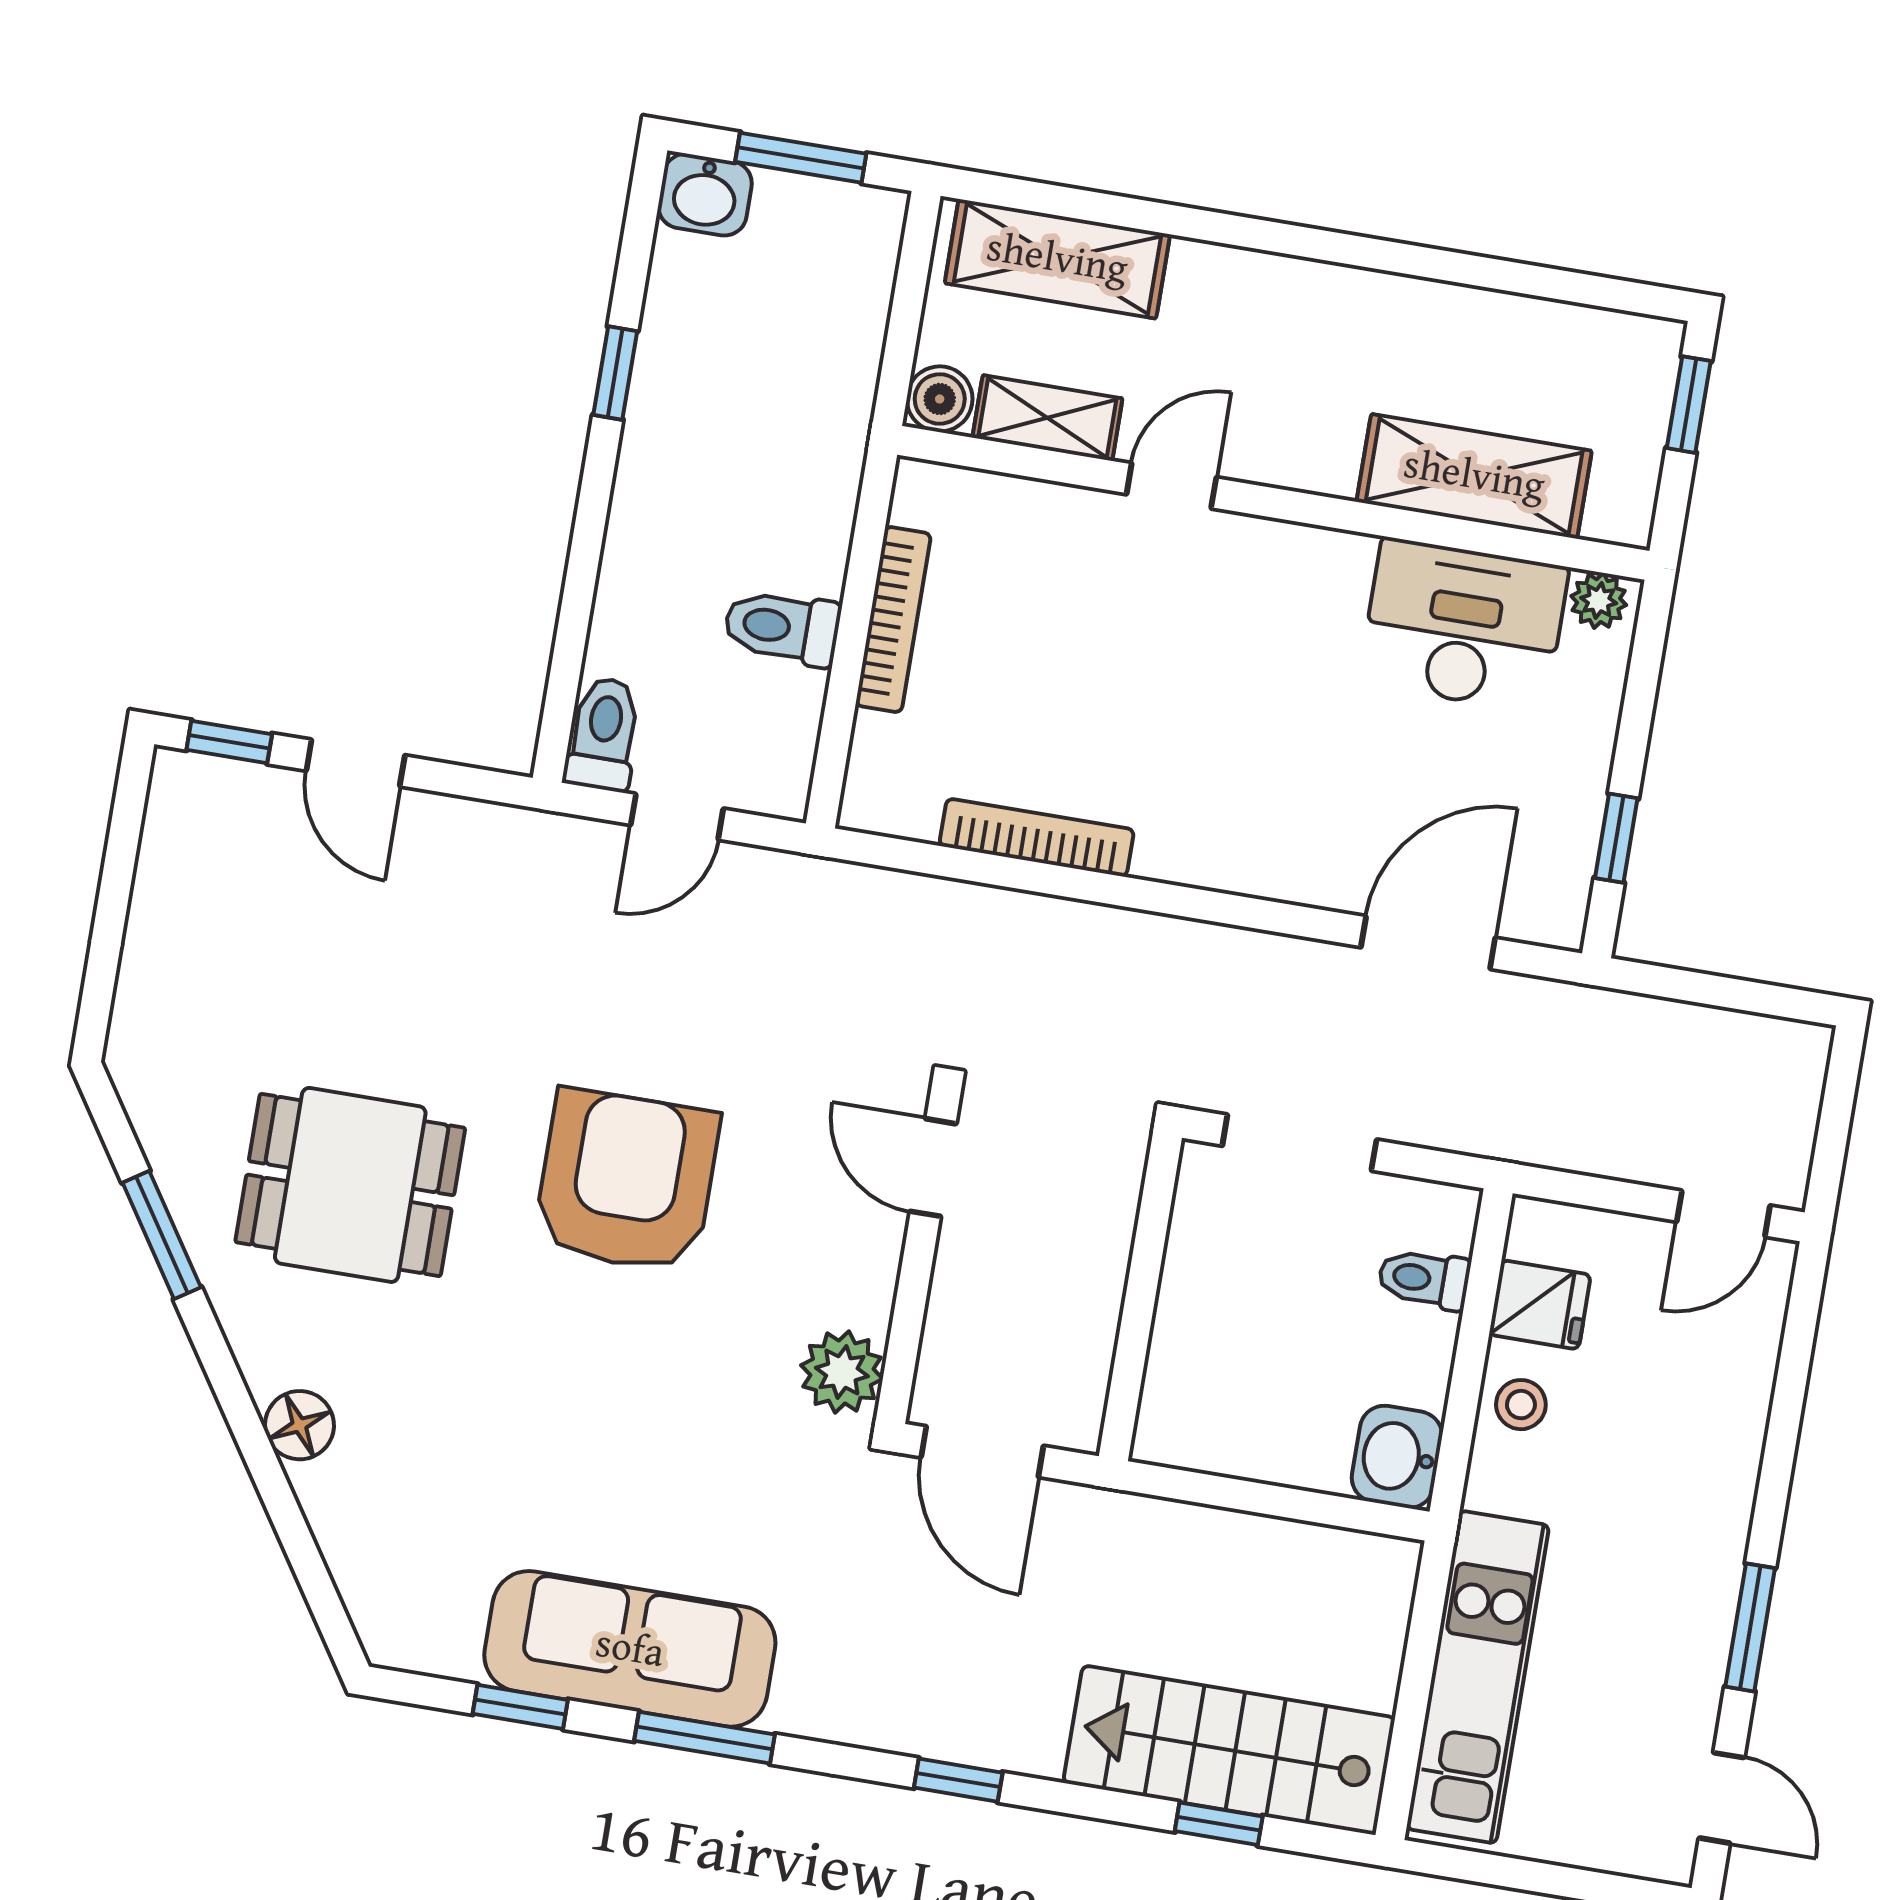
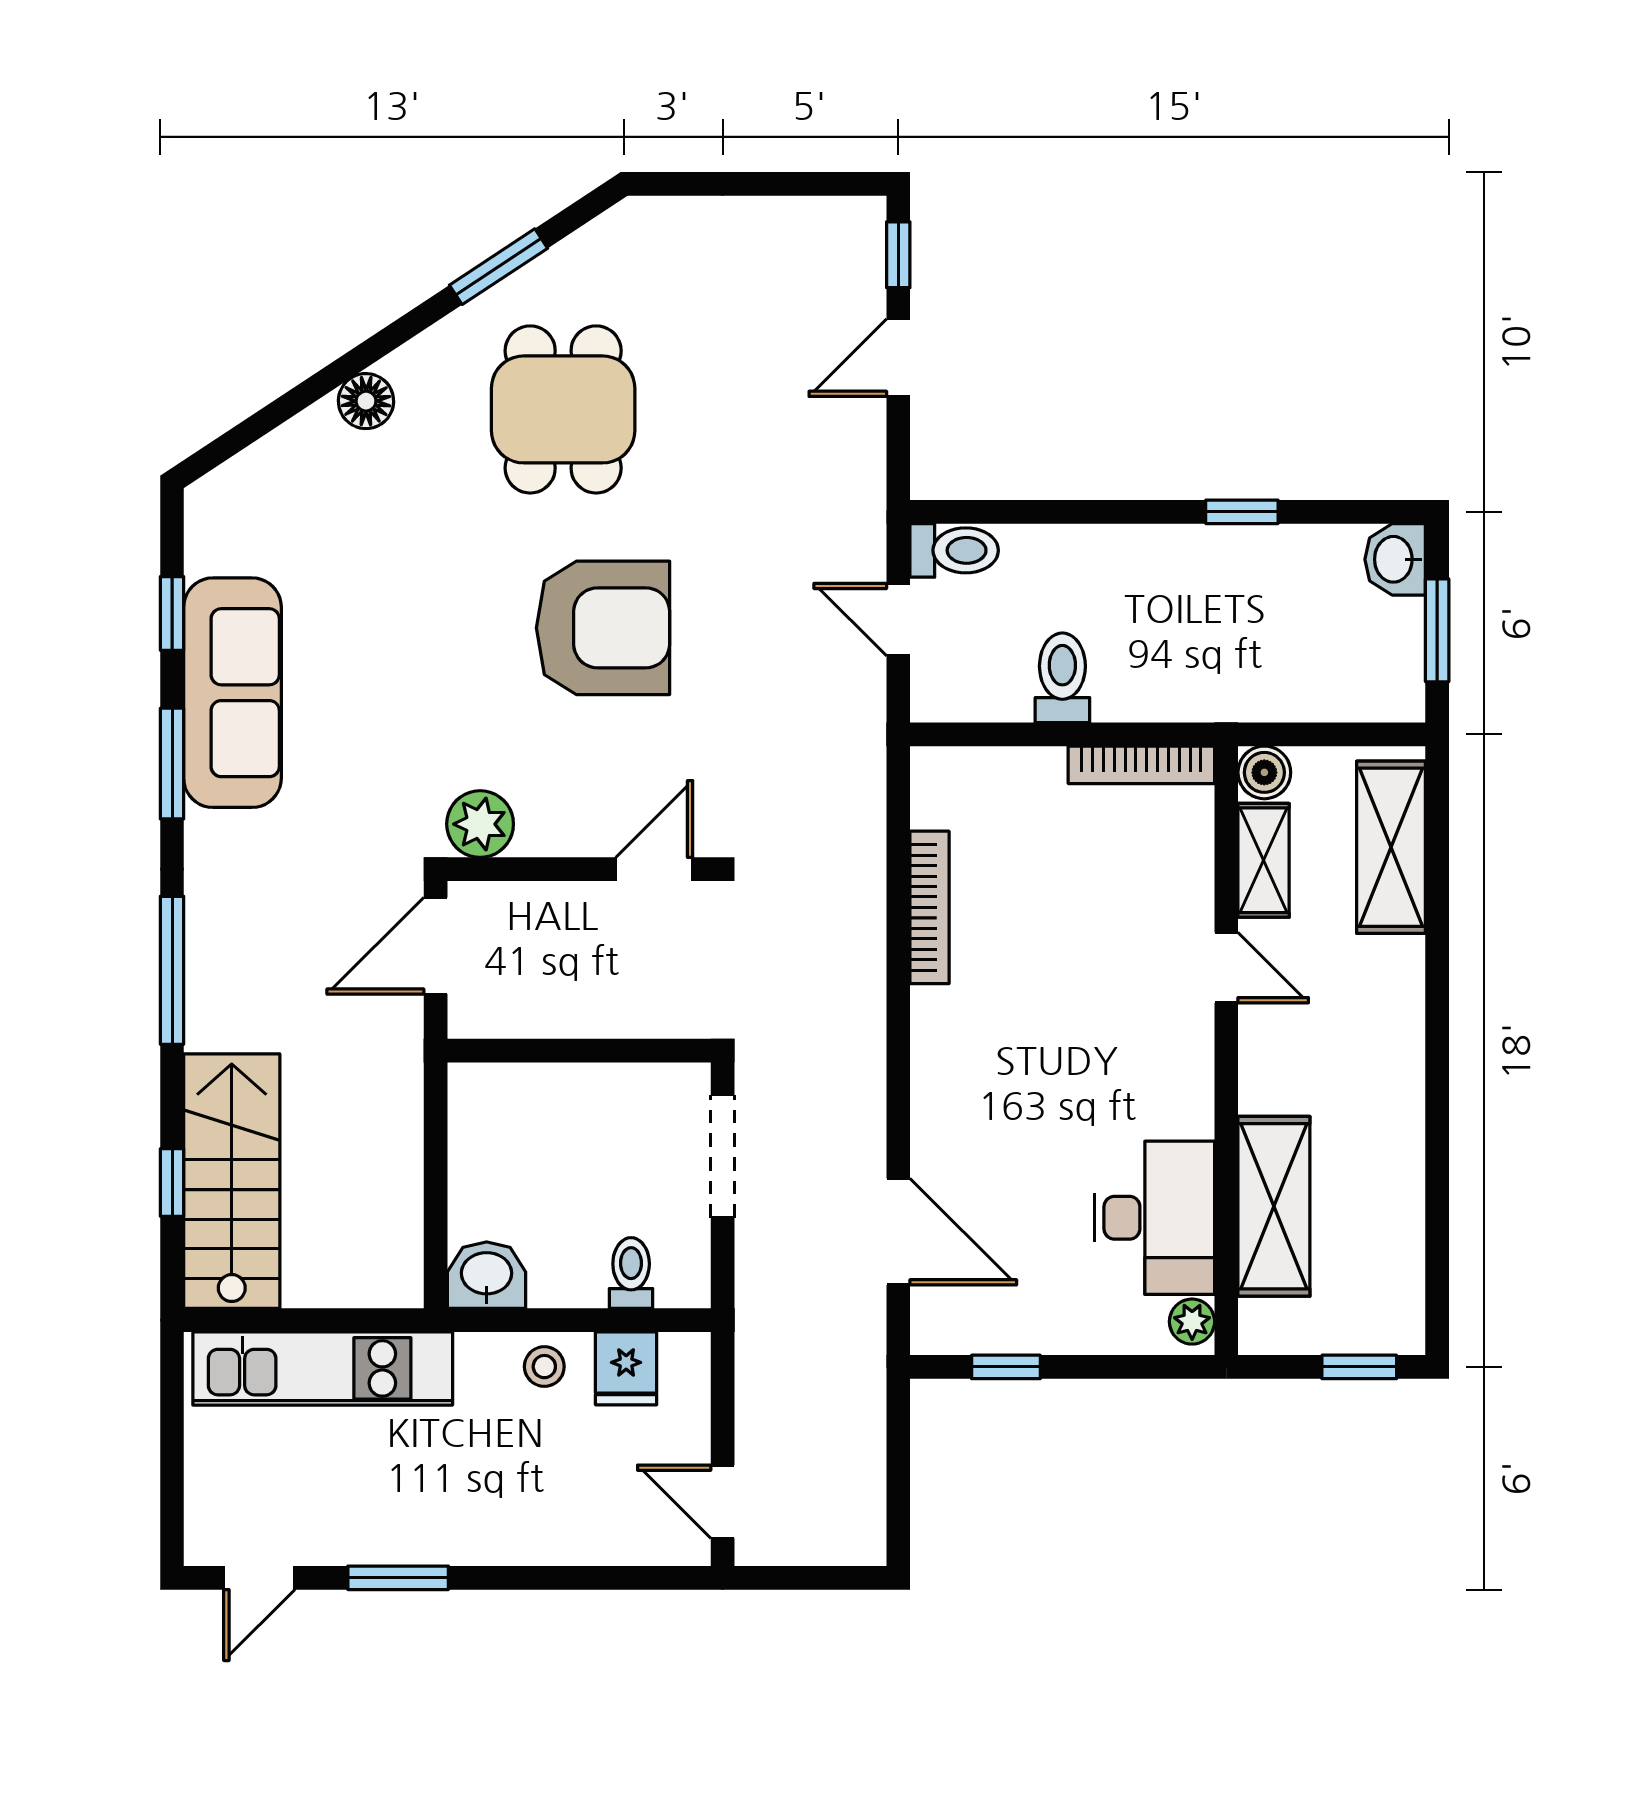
bookcase: (893, 620) -> (1141, 765), moved
window: (958, 1780) -> (172, 970), width x2.17

